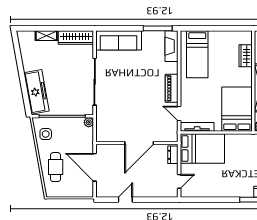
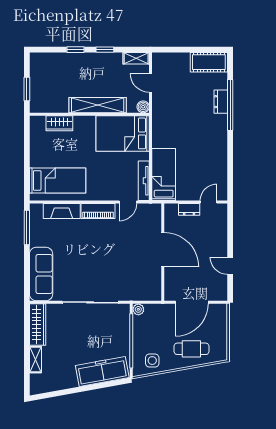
fireplace: (172, 46) -> (62, 211), moved
bed: (202, 149) -> (164, 175), width x0.67
dresser: (173, 155) -> (189, 209), moved
door: (179, 181) -> (209, 202), hinge flipped

